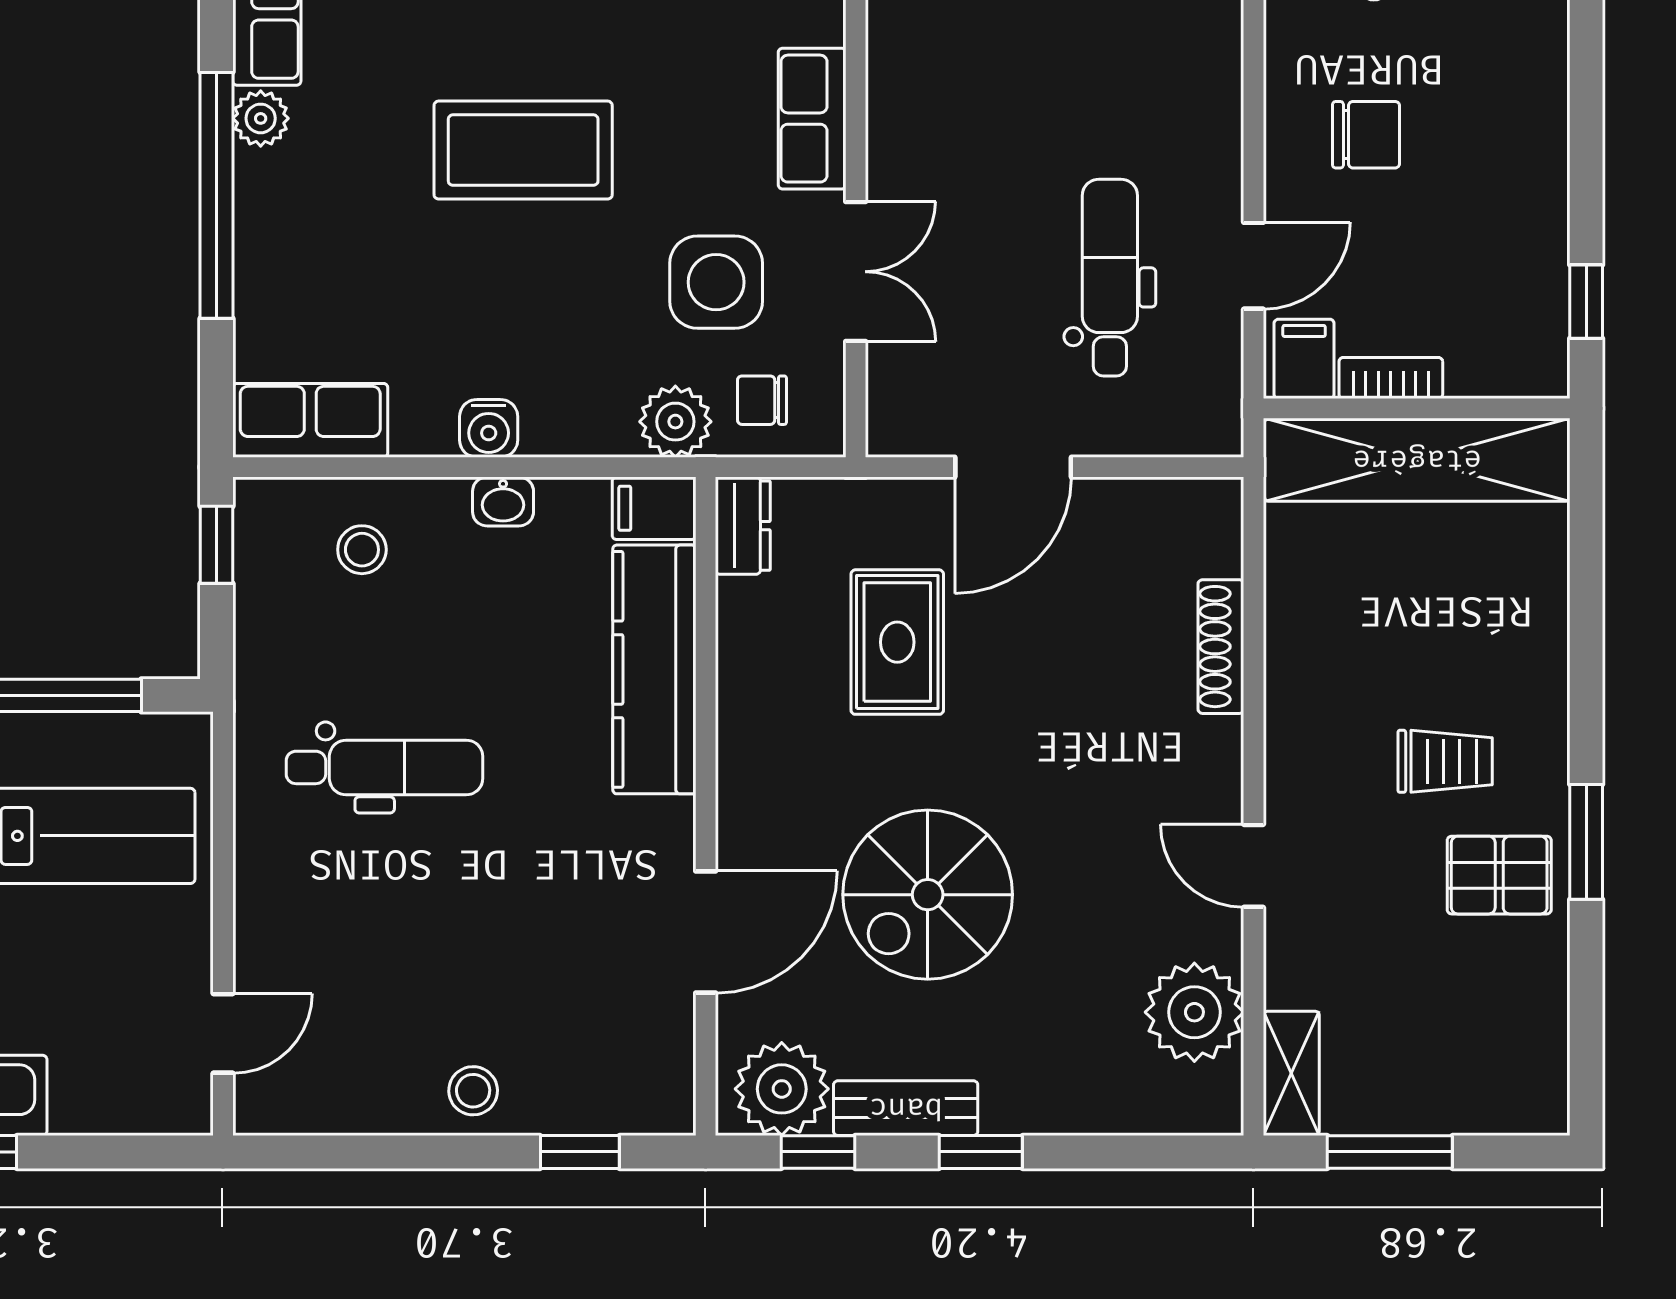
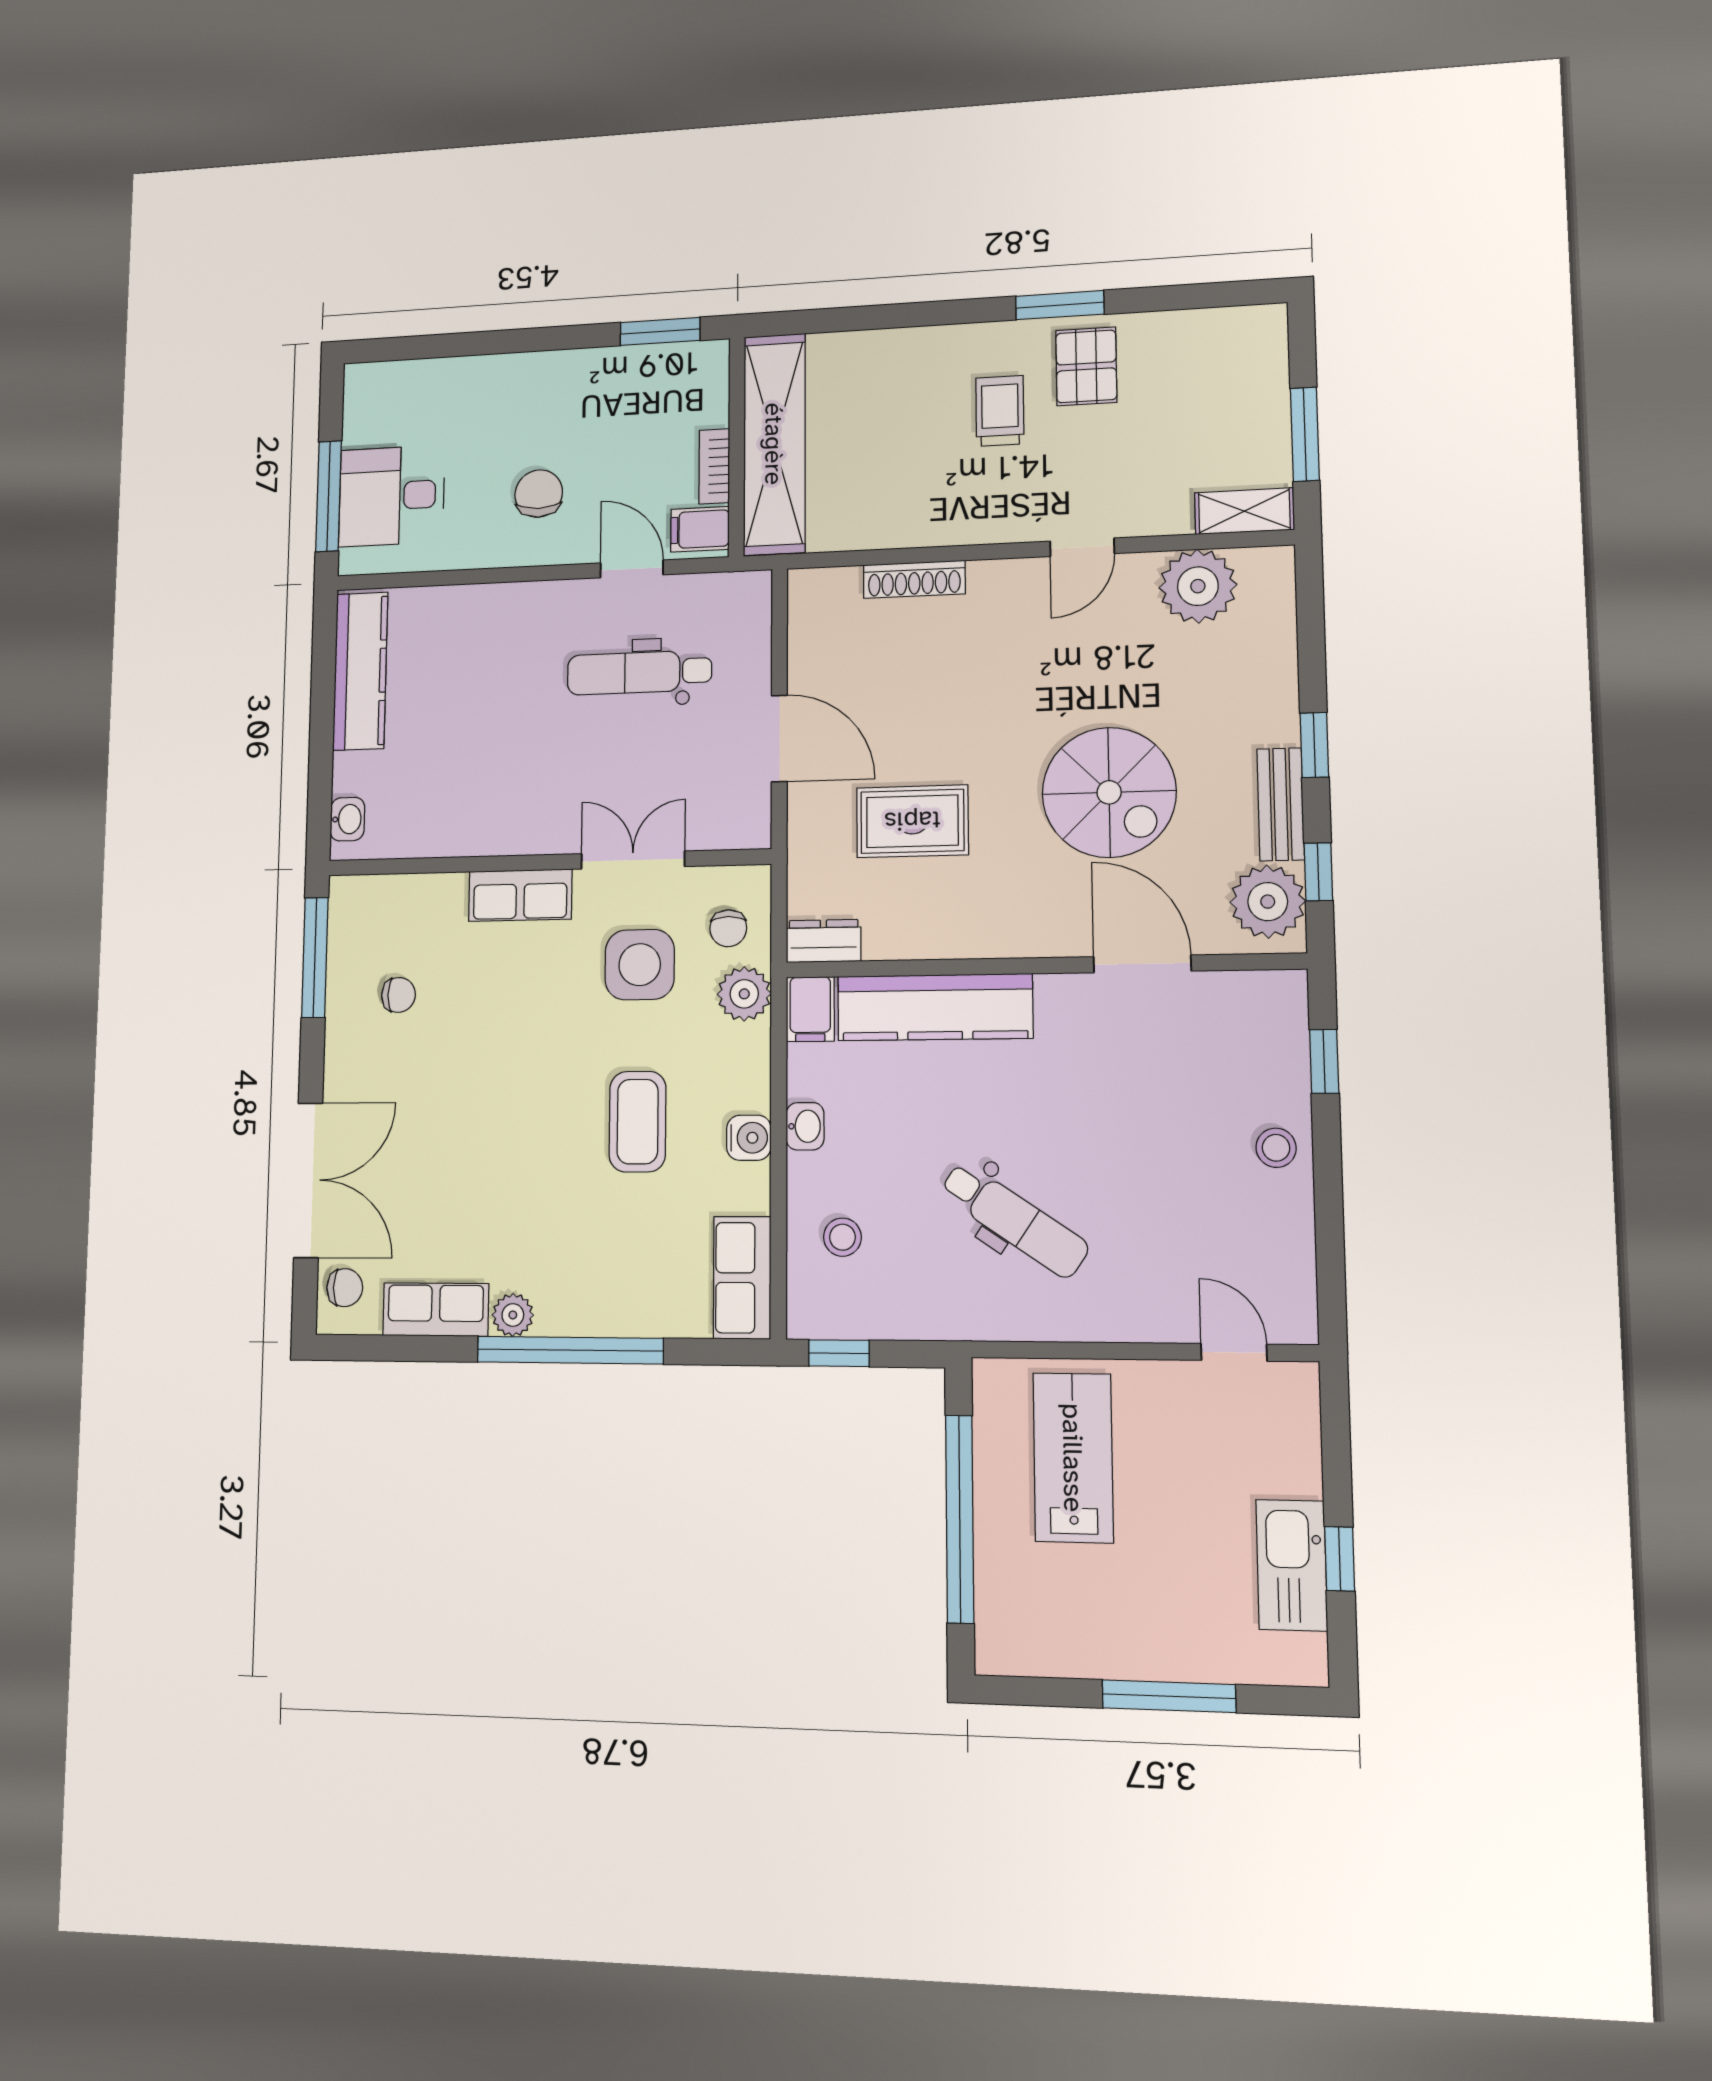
coffee table: (523, 150) -> (638, 1122), moved, width x0.73, depth x0.76
window: (1586, 302) -> (660, 331), width x1.50
dental chair: (384, 767) -> (1014, 1220), turned 124

